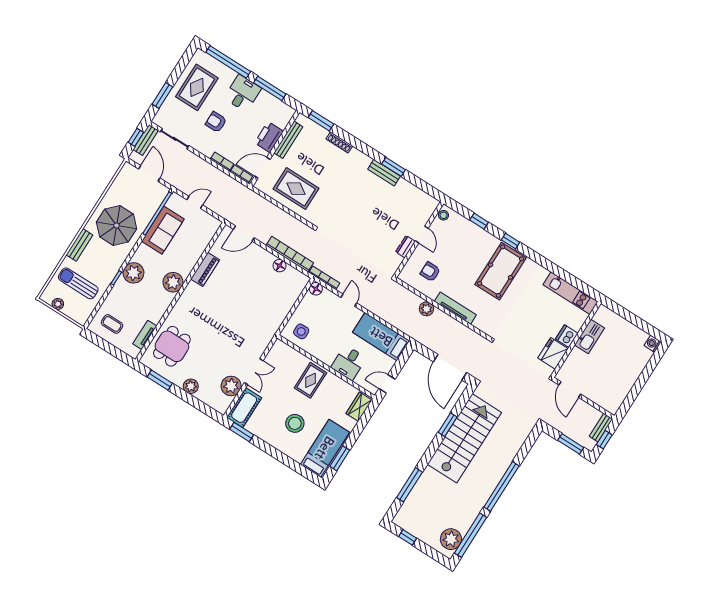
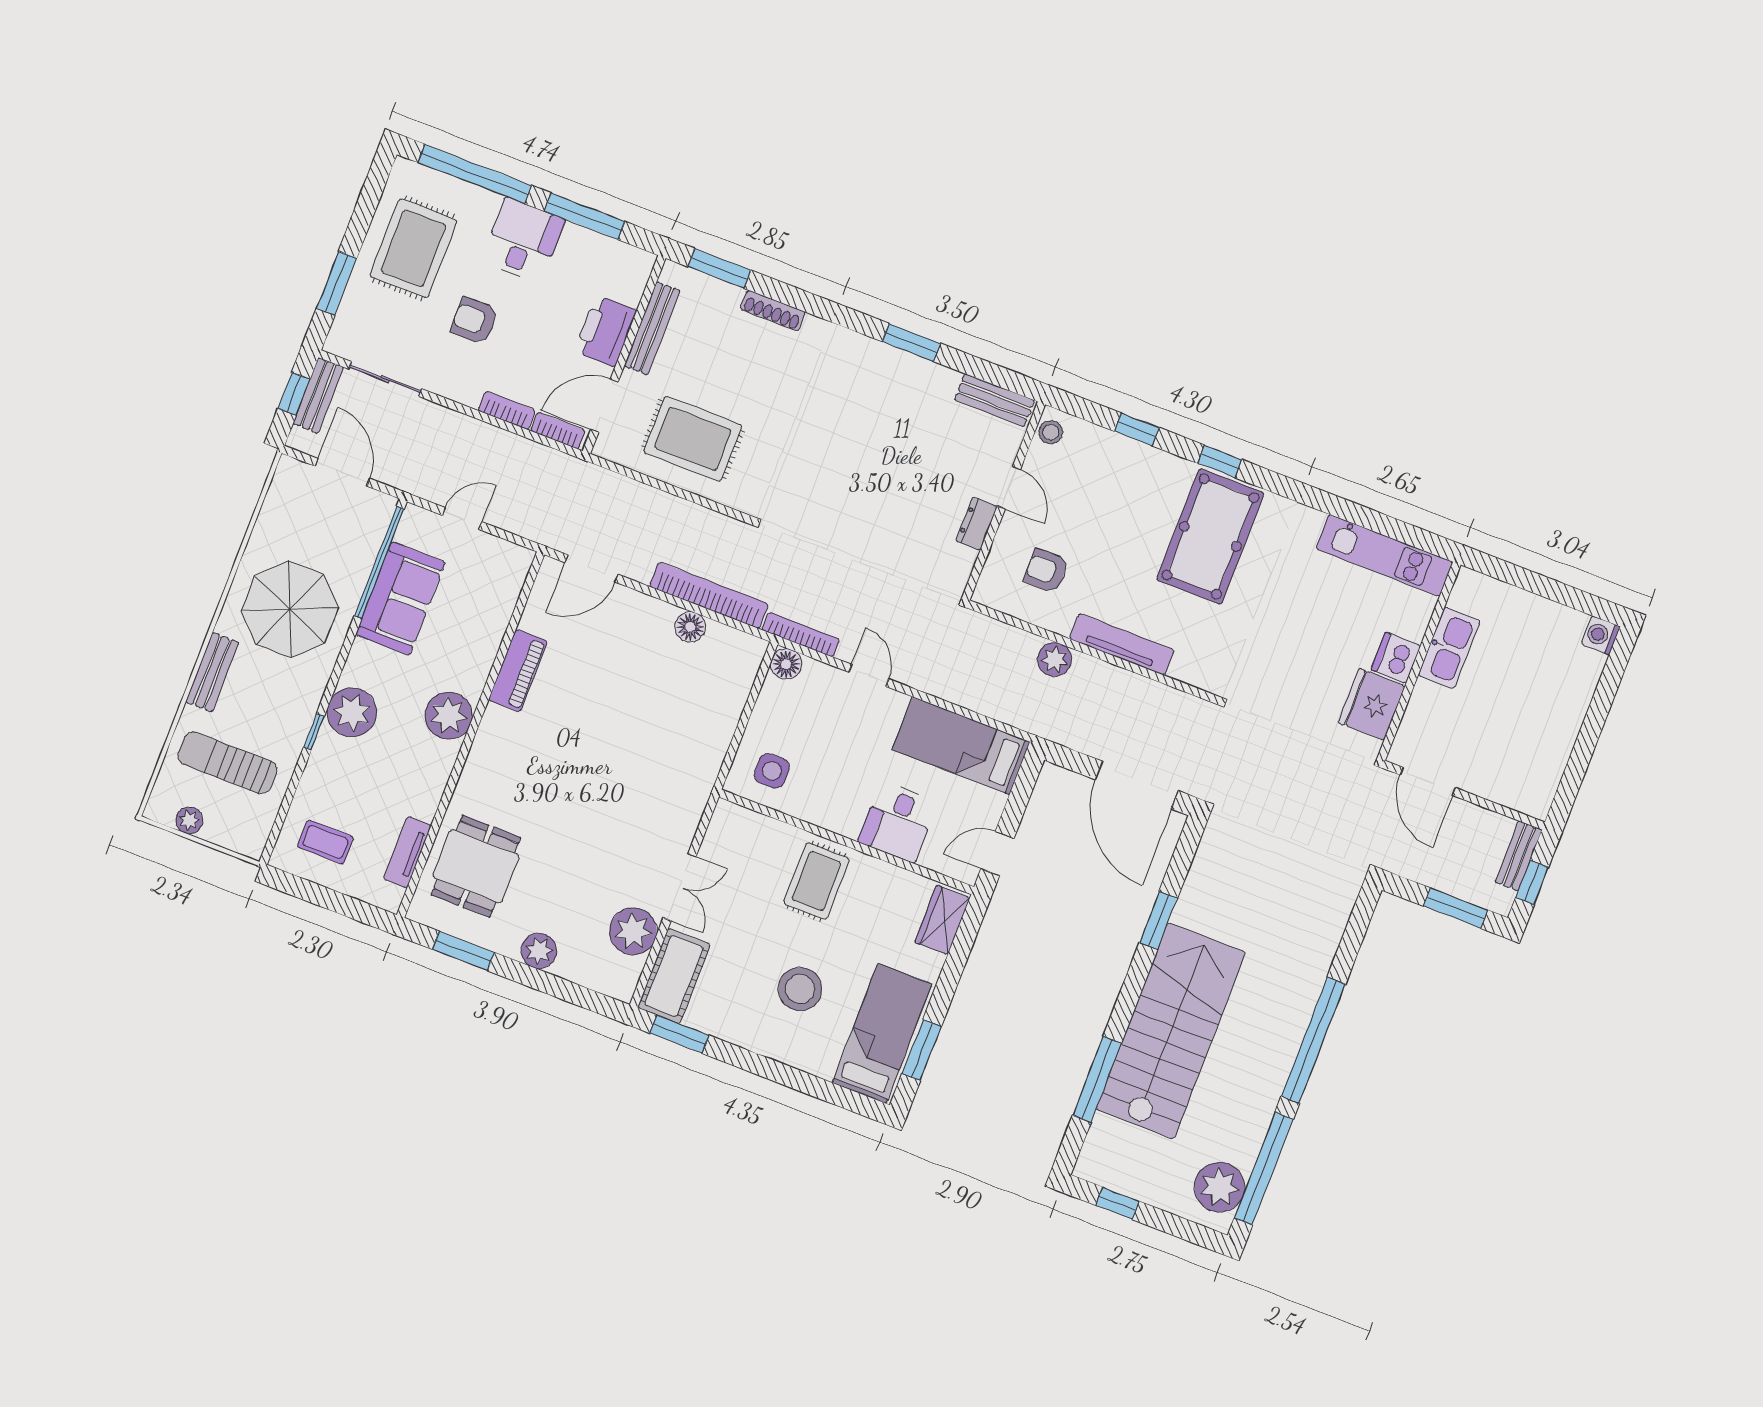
bench: (384, 173) -> (994, 400), moved
stairs: (464, 438) -> (1171, 1031), moved

